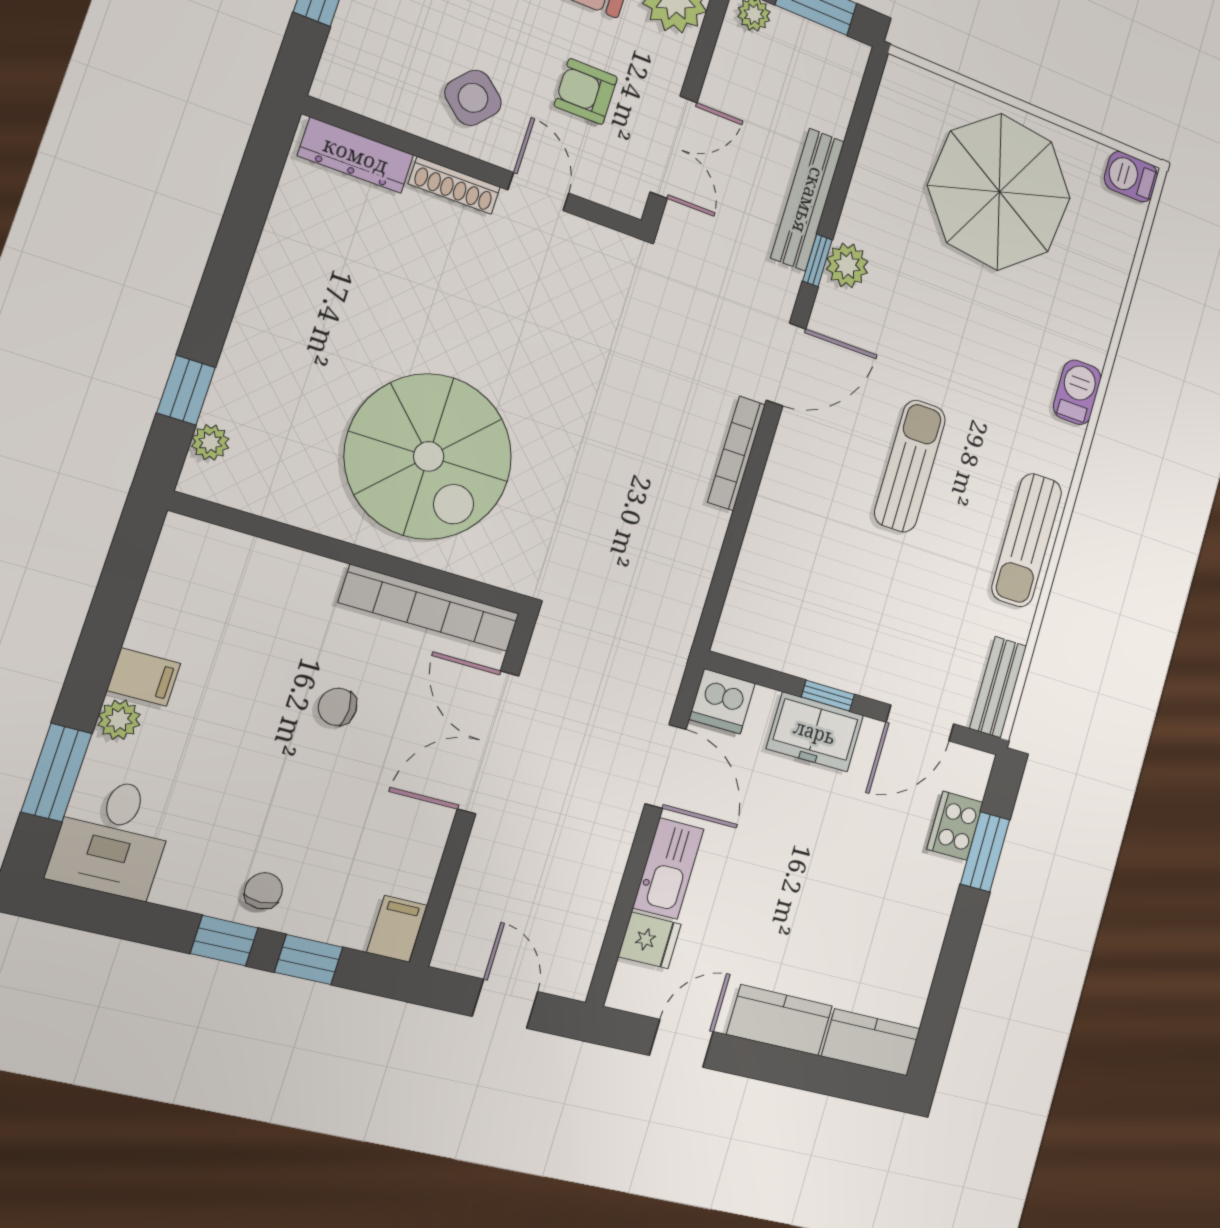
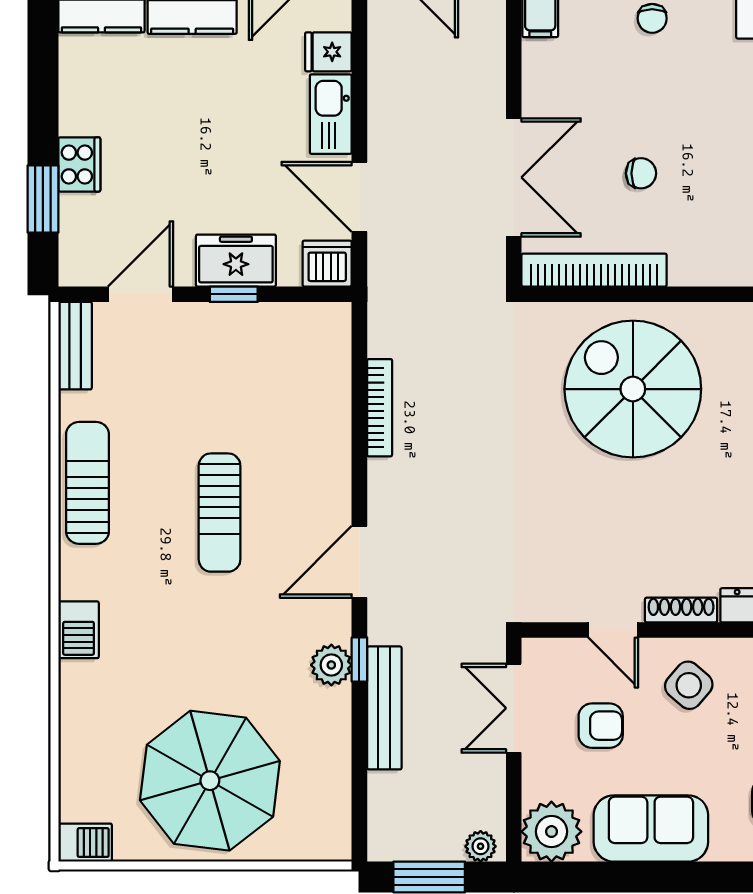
bookcase: (736, 453) -> (380, 408), moved
cooker: (955, 826) -> (79, 164), moved

